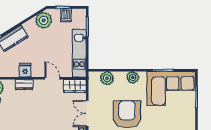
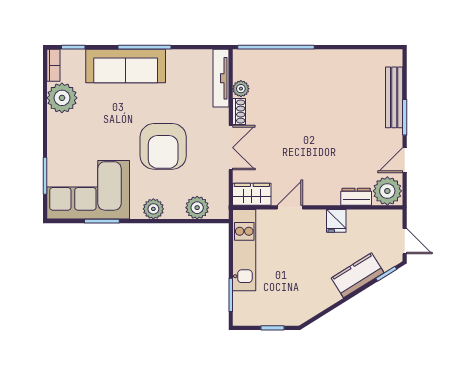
dishwasher: (66, 15) -> (267, 314), removed
plant: (44, 20) -> (305, 306), removed
door: (52, 78) -> (290, 207), swing flipped
dresser: (24, 85) -> (356, 197), moved

